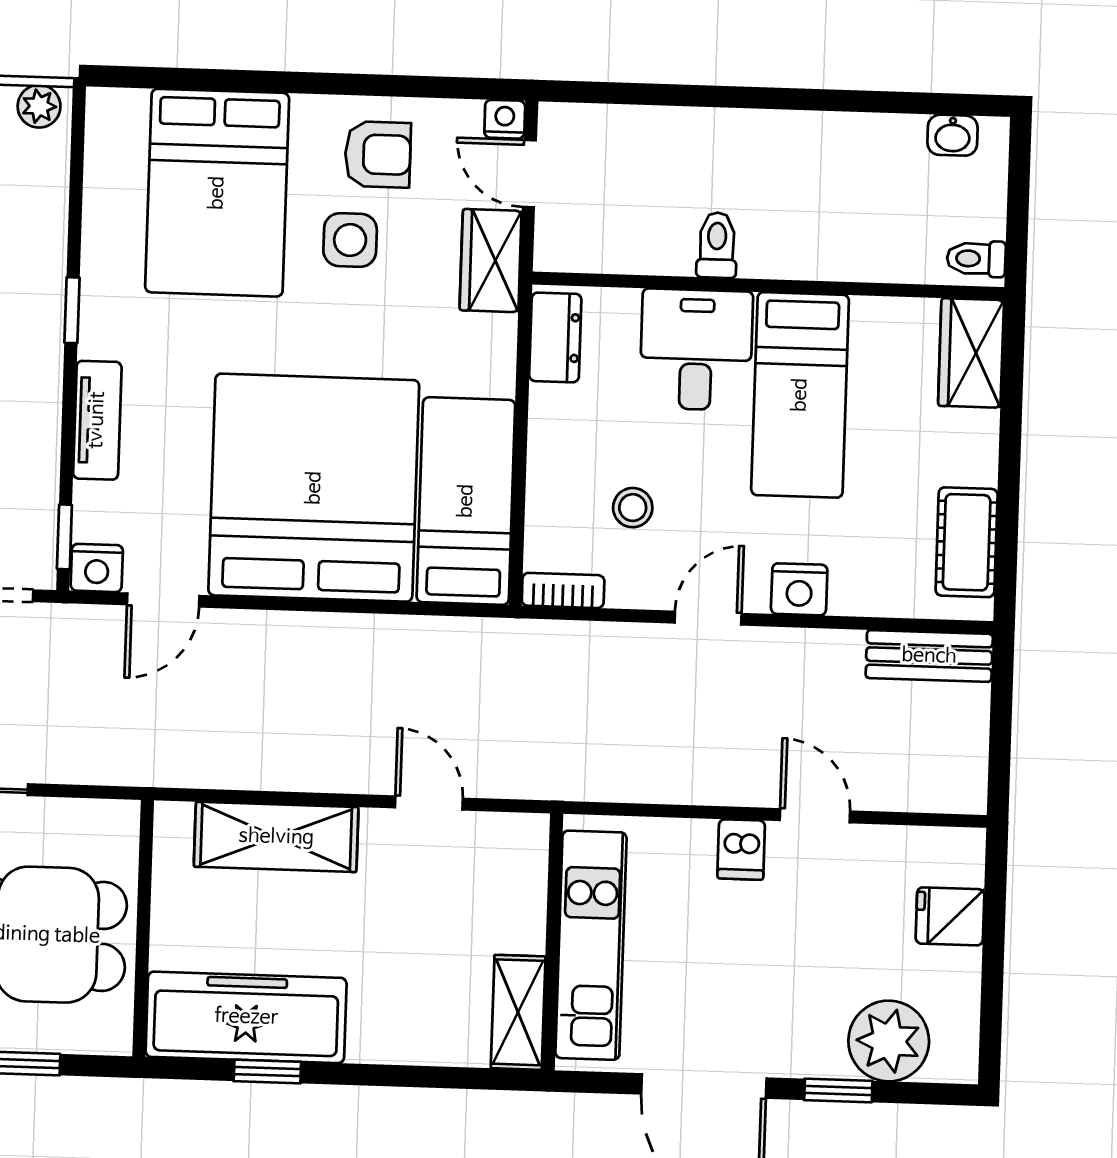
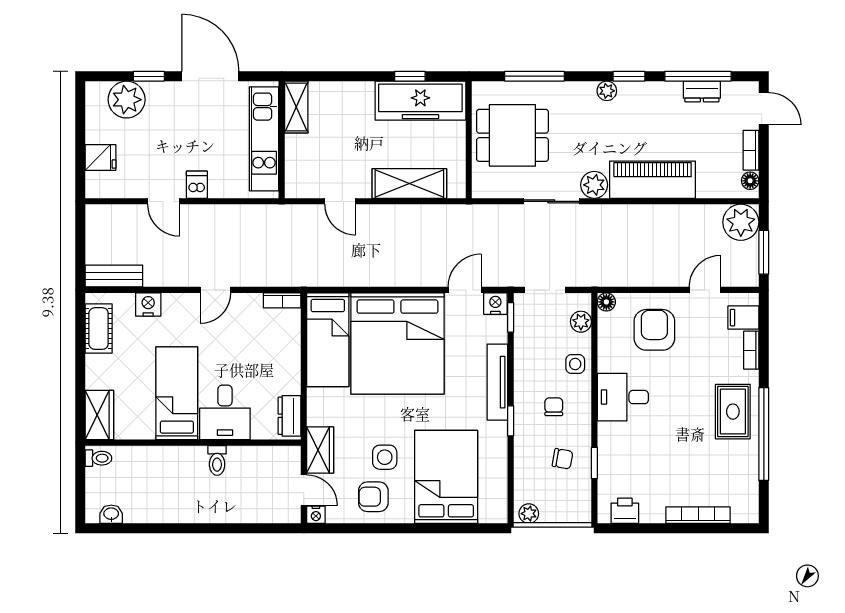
tv unit: (97, 420) -> (497, 382), width x1.41
stool: (633, 508) -> (252, 339), removed
nightstand: (799, 589) -> (148, 304), moved

